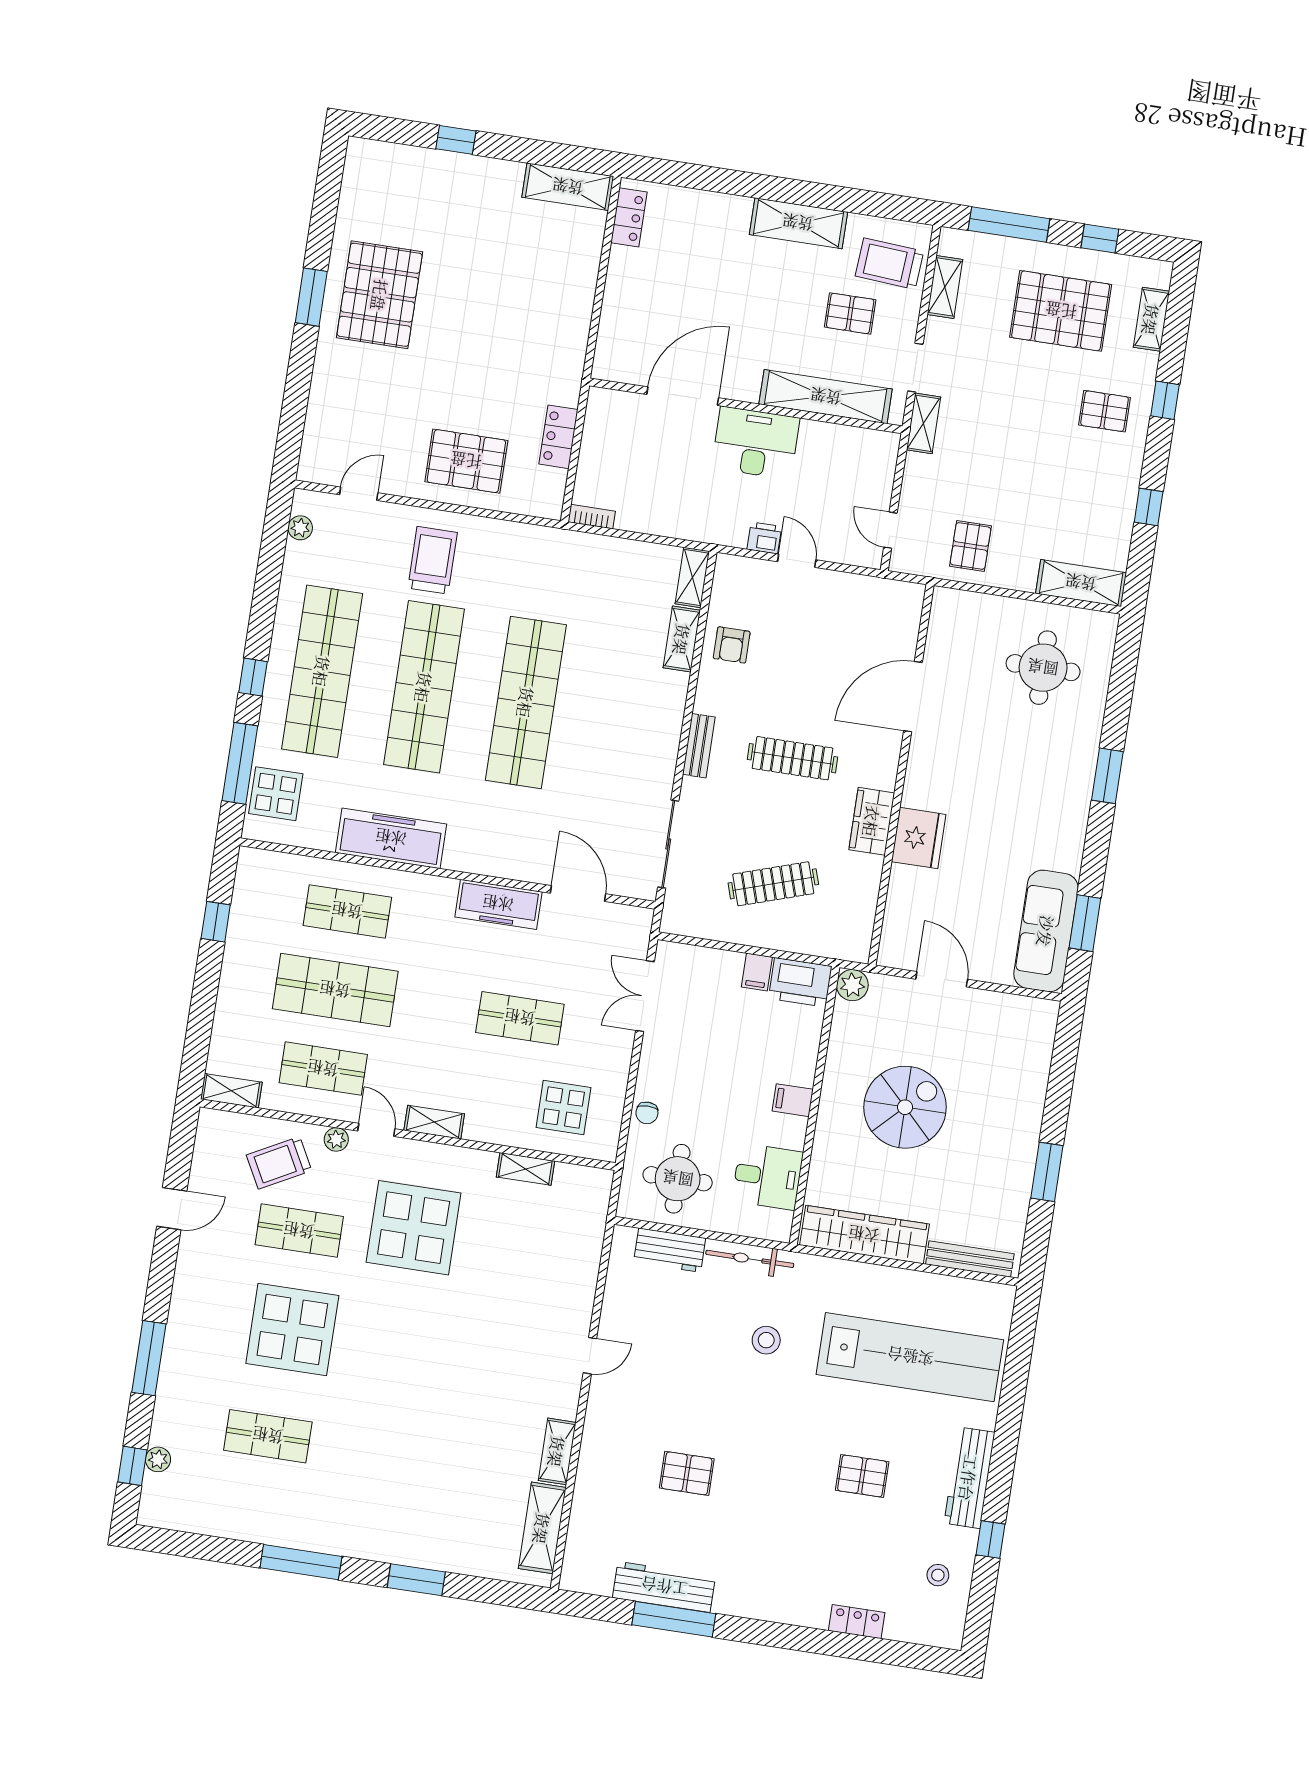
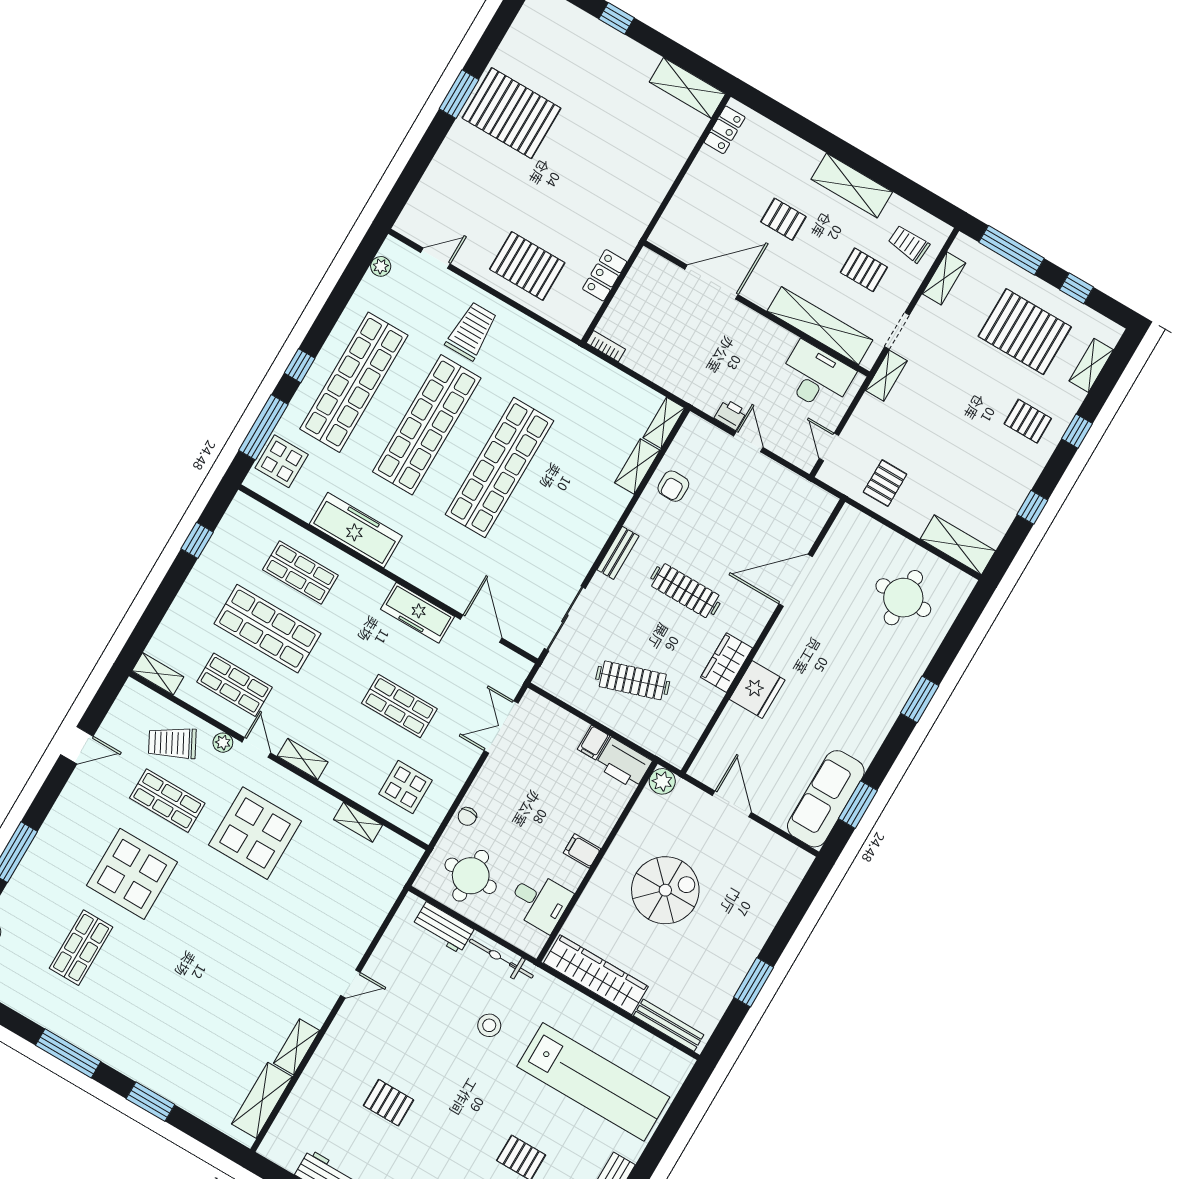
trolley: (889, 264) -> (909, 244), width x0.73, depth x0.72
pallet: (736, 292) -> (783, 219), added
pallet: (380, 295) -> (512, 113), turned 90
desk: (756, 443) -> (816, 377), moved
shop shelf: (268, 1436) -> (81, 948), turned 90

